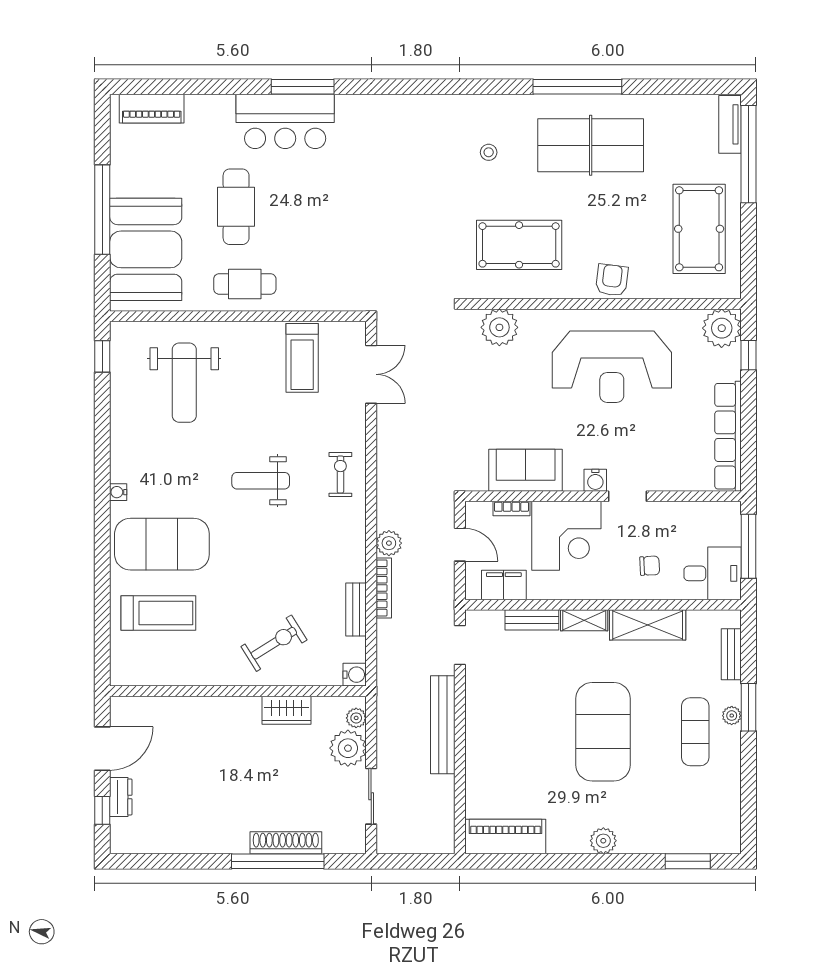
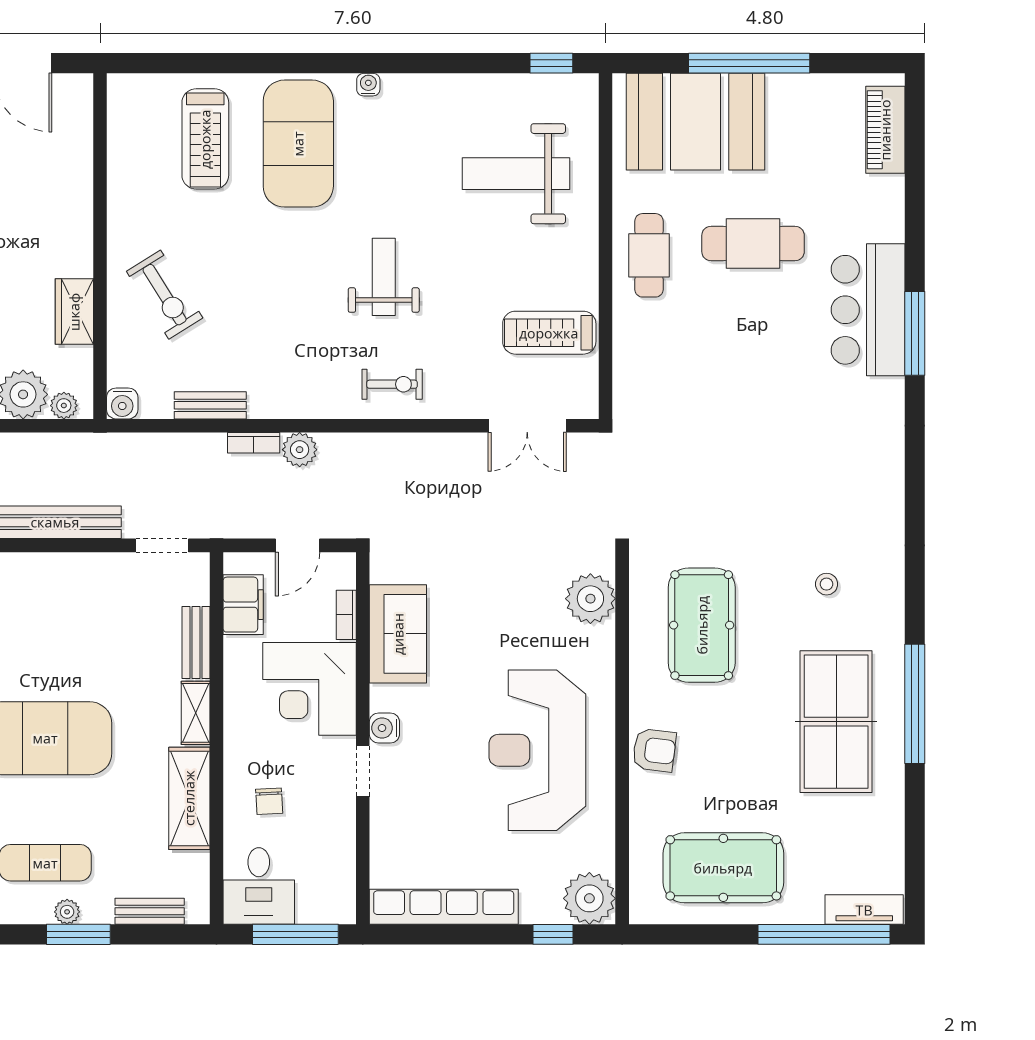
bookcase: (384, 588) -> (254, 443), width x0.64

